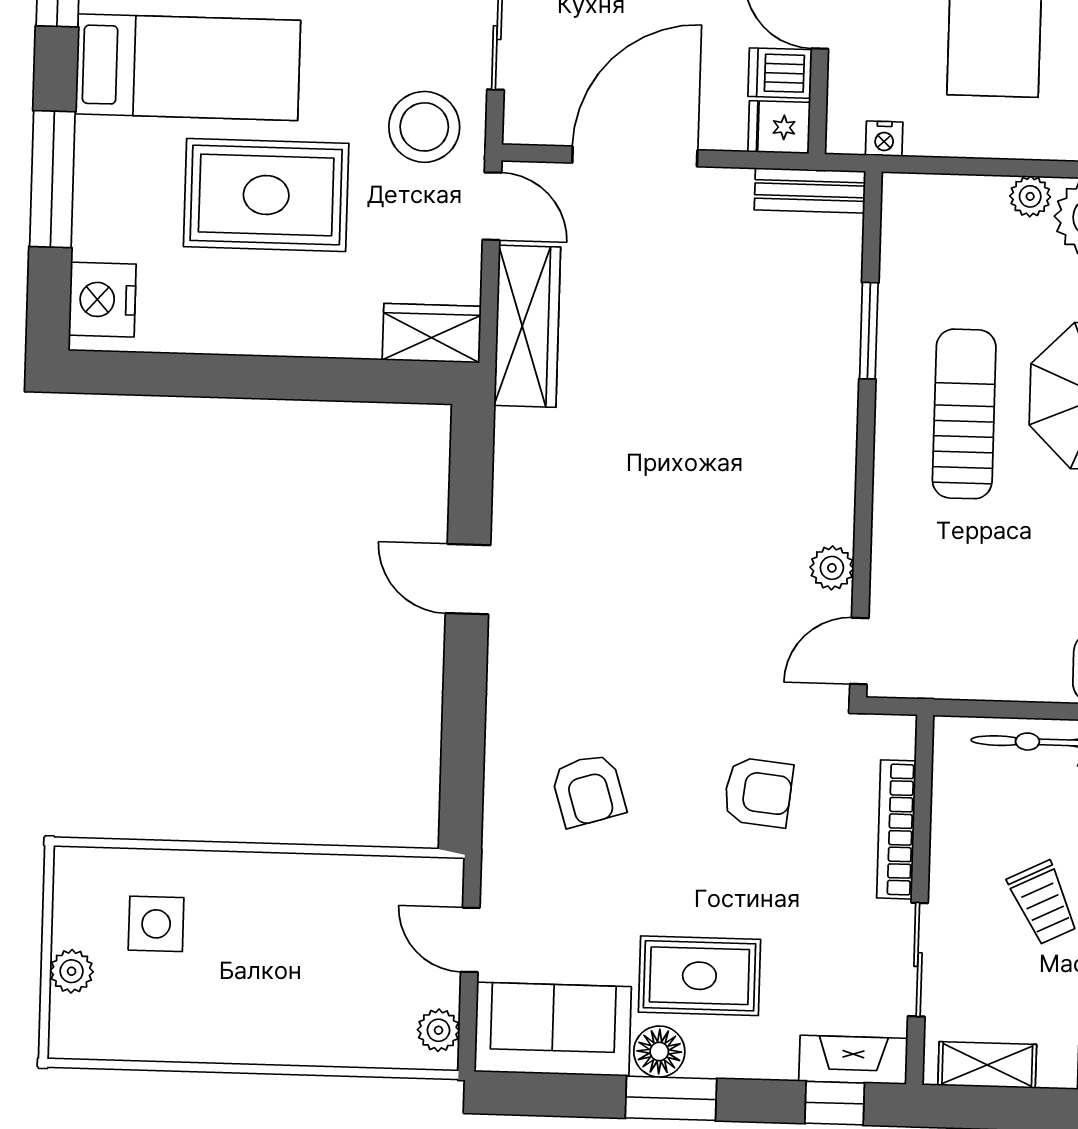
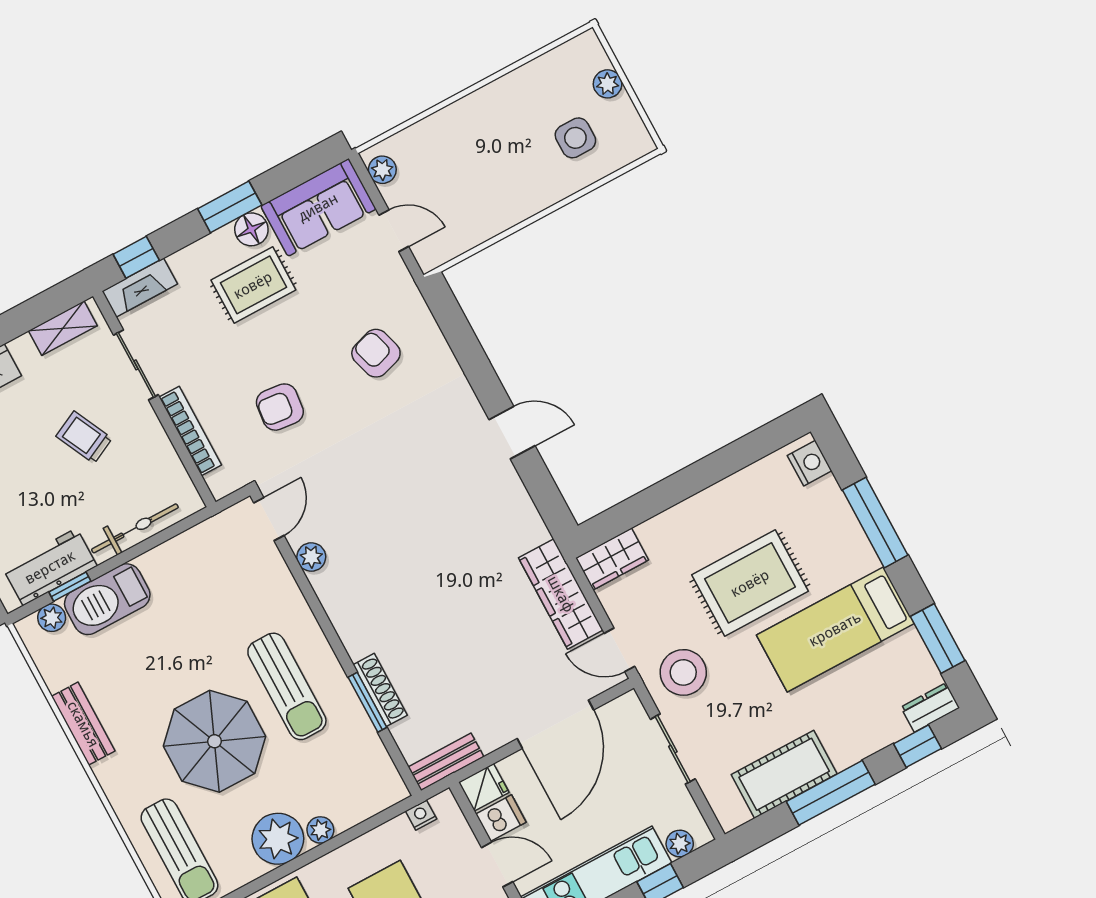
nightstand: (102, 300) -> (810, 463), width x0.74, depth x0.75
shoe rack: (842, 337) -> (380, 690), added

